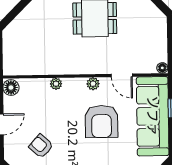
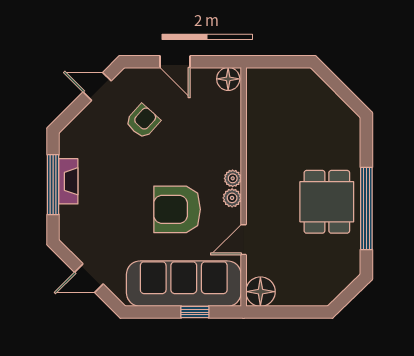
floor lamp: (162, 68) -> (260, 292), width x1.89, depth x1.89
plant: (56, 84) -> (233, 178), moved

